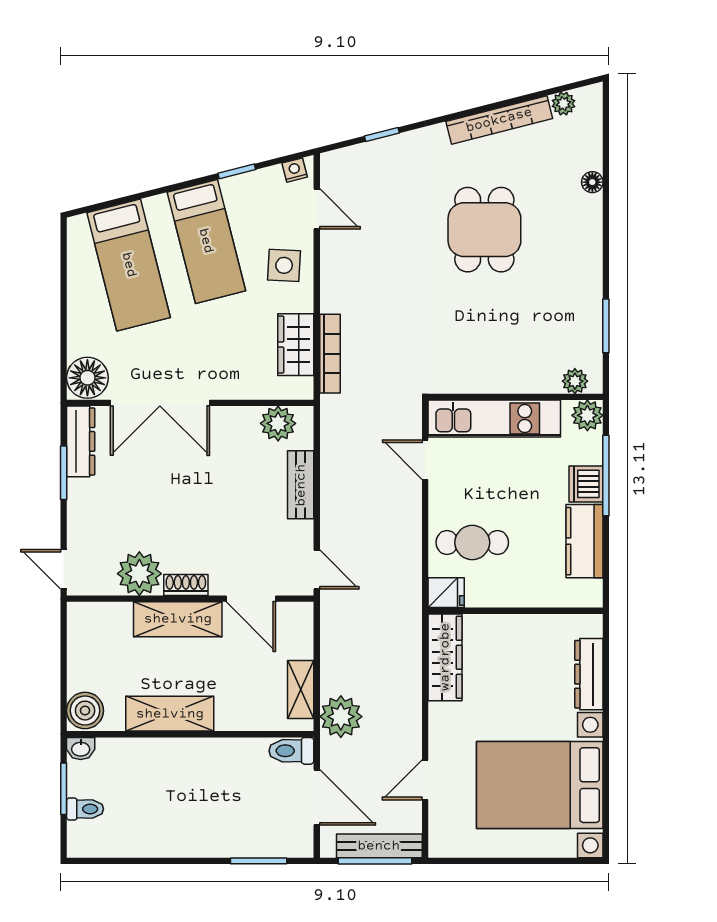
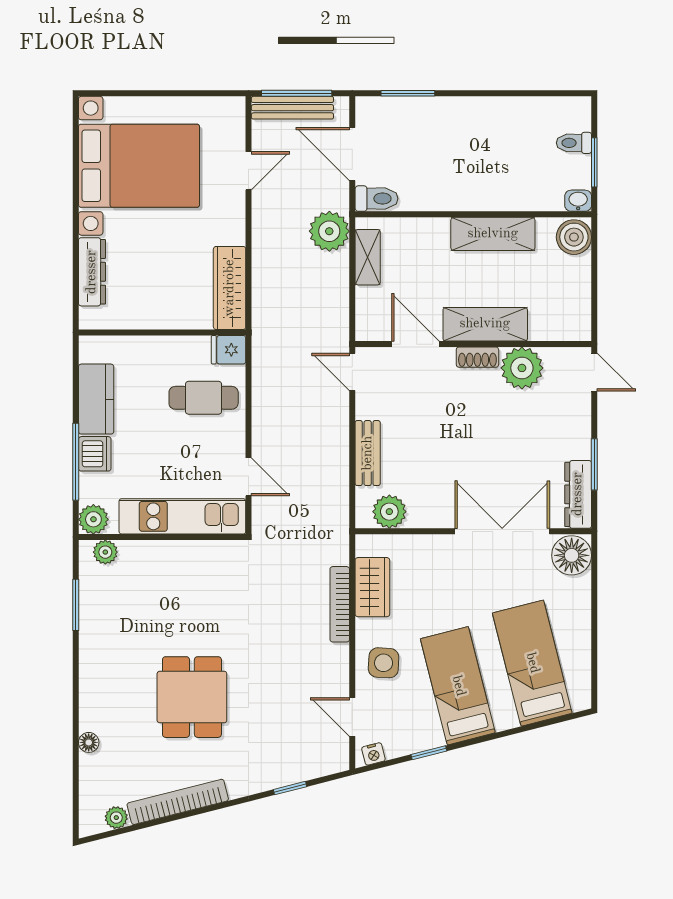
bookcase: (330, 354) -> (340, 604), moved

